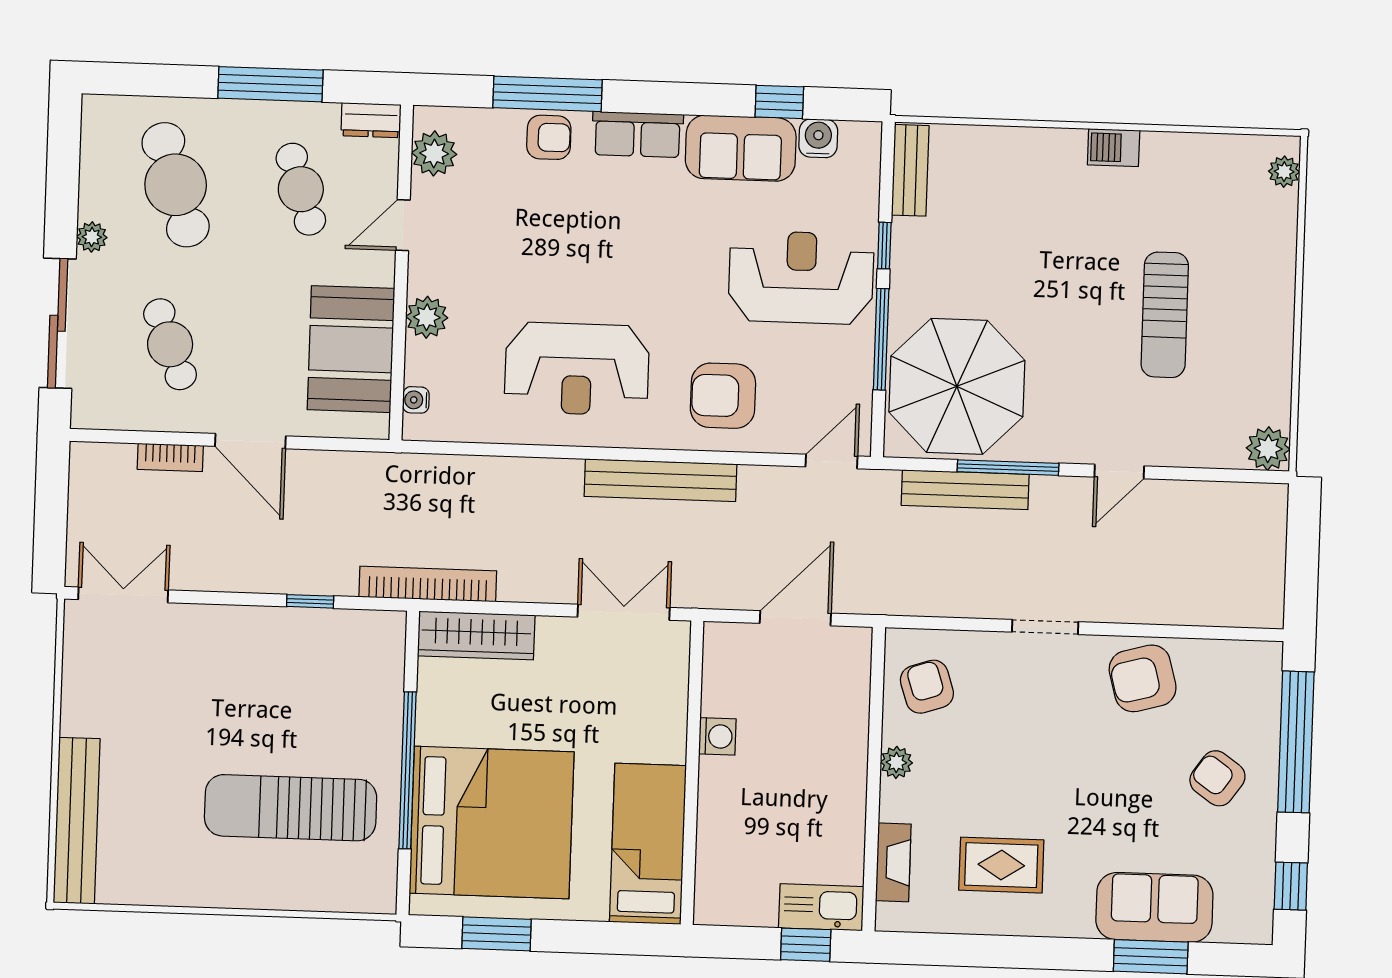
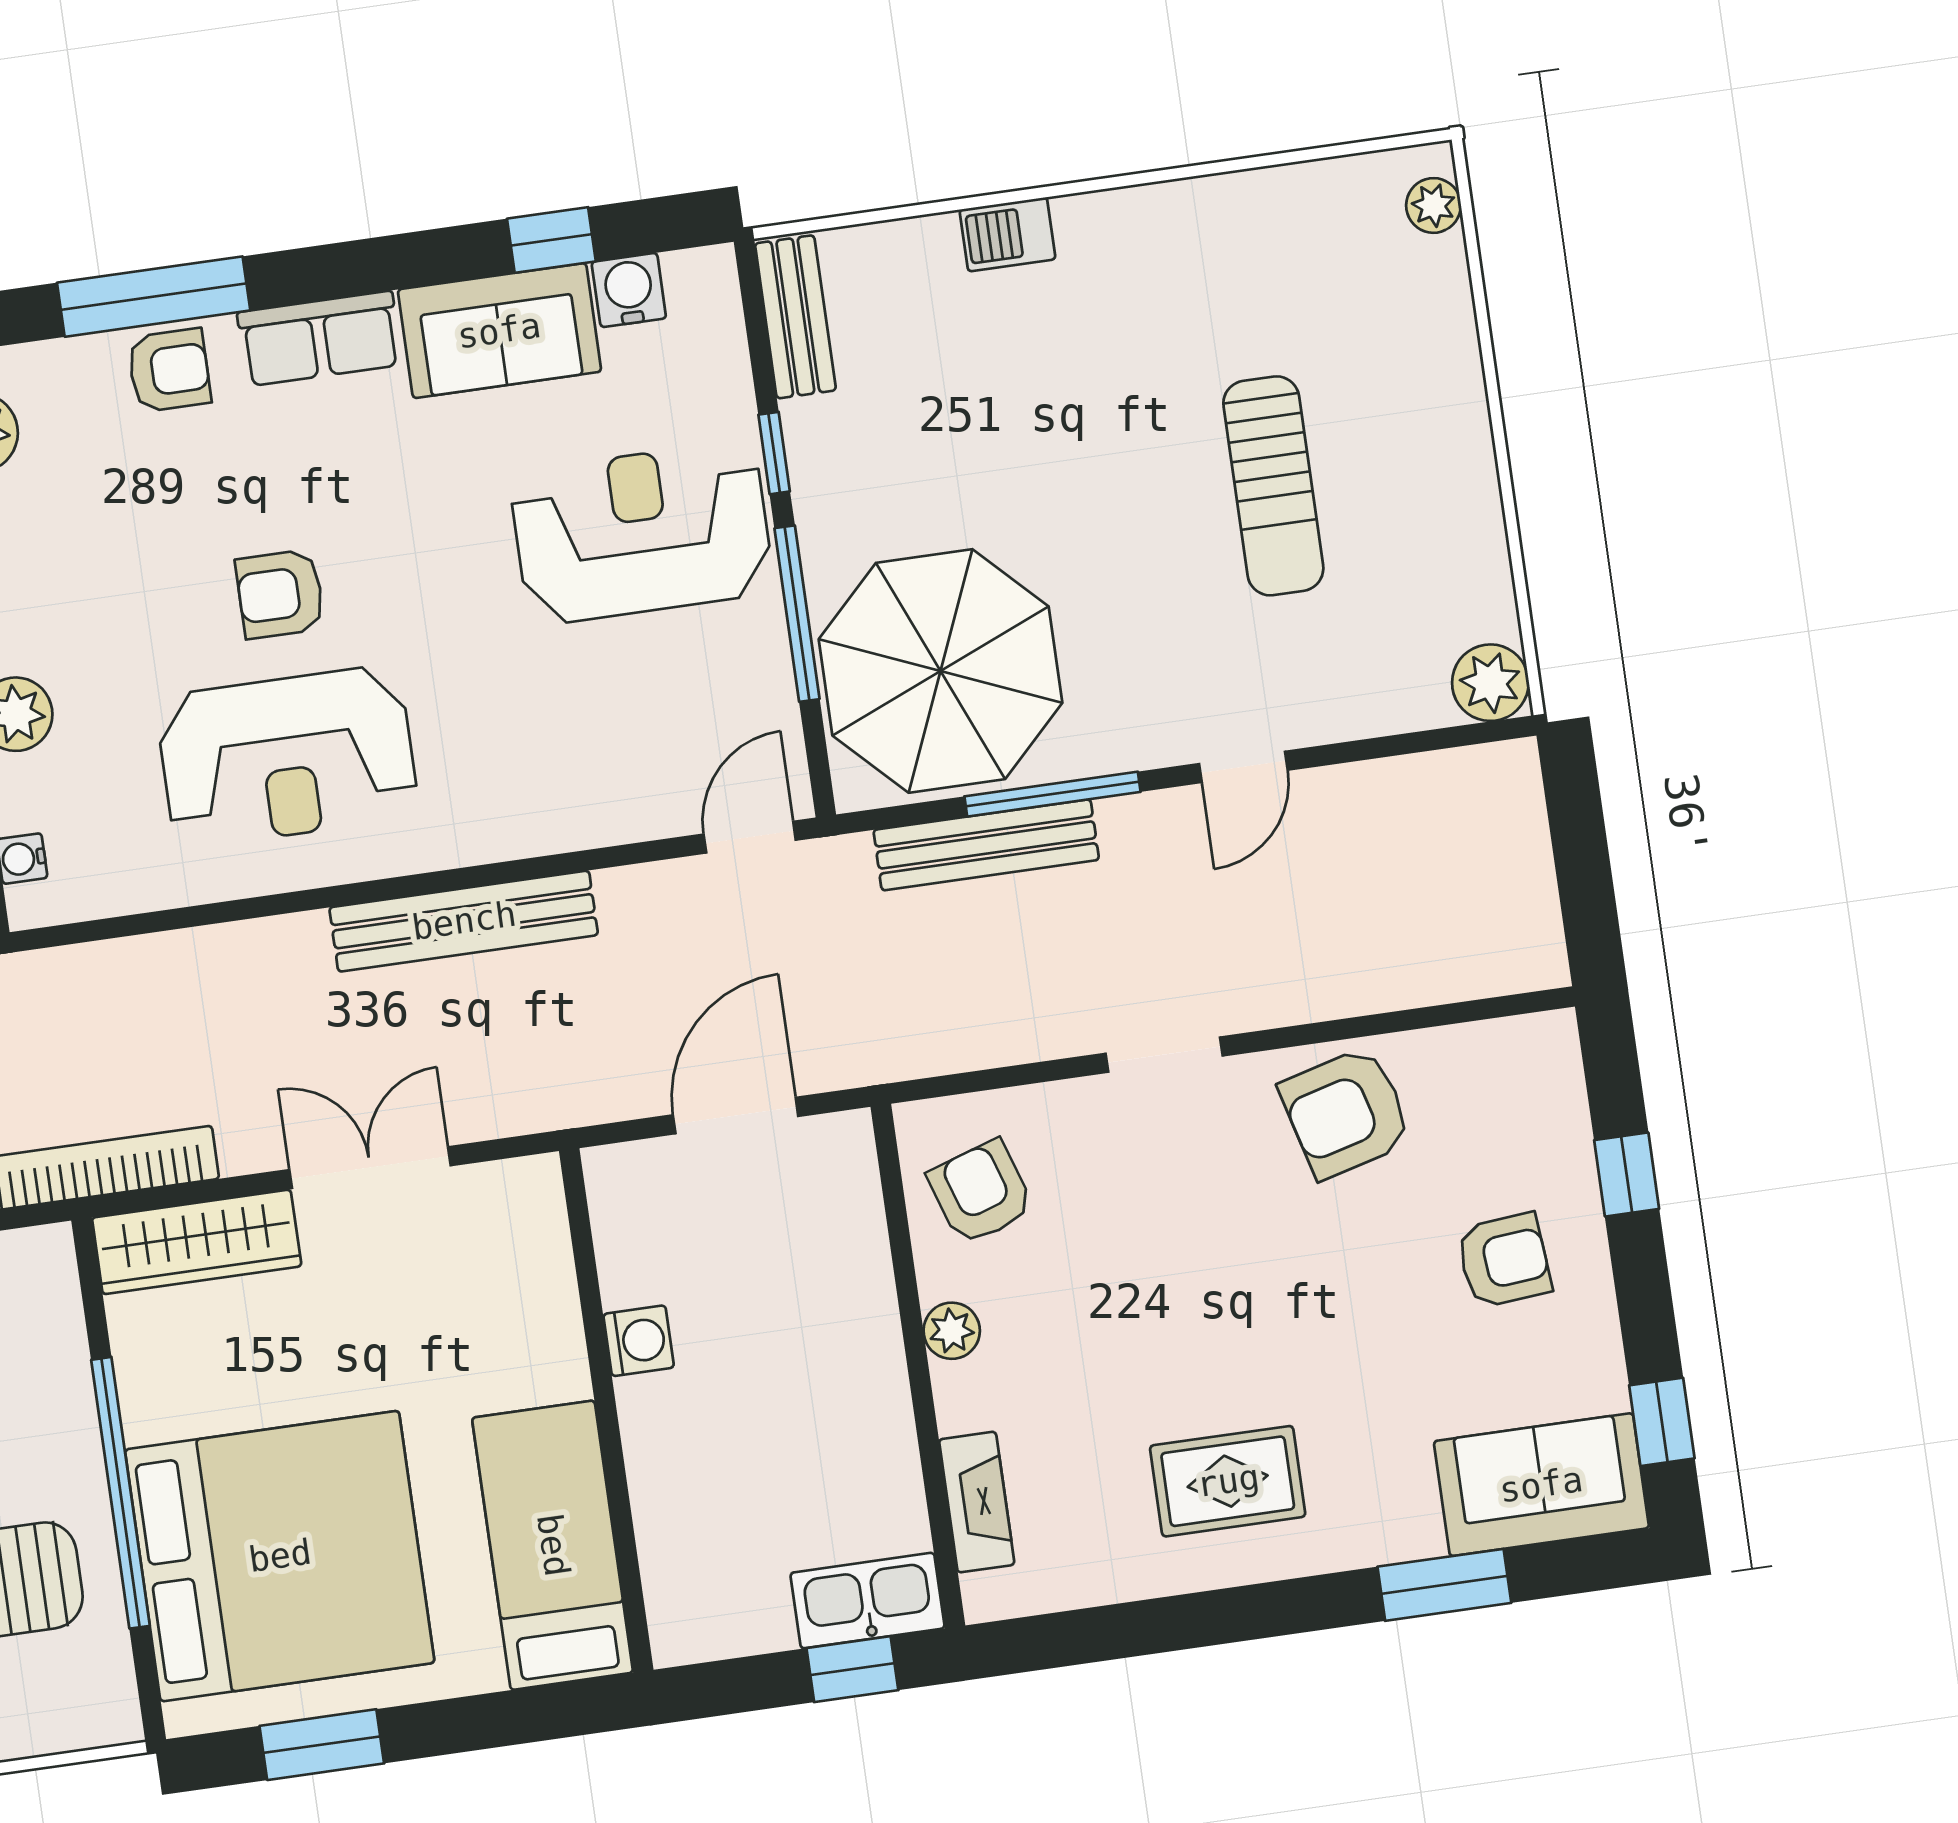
barbecue: (1114, 148) -> (1007, 234), moved
armchair: (723, 396) -> (280, 594), moved, width x0.72, depth x0.72
double door: (624, 612) -> (370, 1168), moved
window: (1296, 742) -> (1627, 1175), width x0.32
armchair: (1217, 778) -> (1504, 1260), turned 140
rug: (1001, 865) -> (1228, 1481), moved
sofa: (1154, 907) -> (1541, 1485), moved

